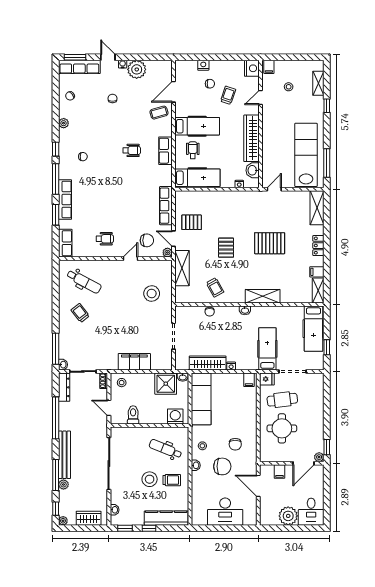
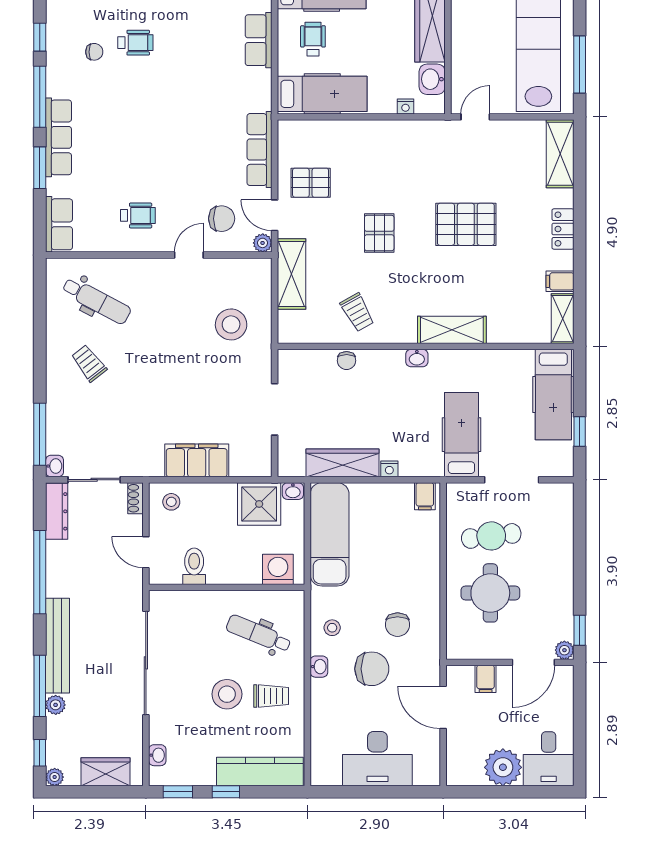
wheelchair: (132, 150) -> (135, 43), moved
fridge: (267, 379) -> (460, 495), removed

